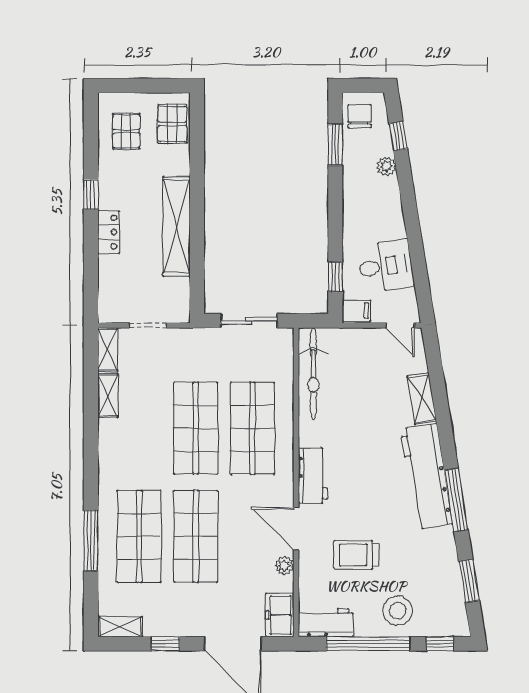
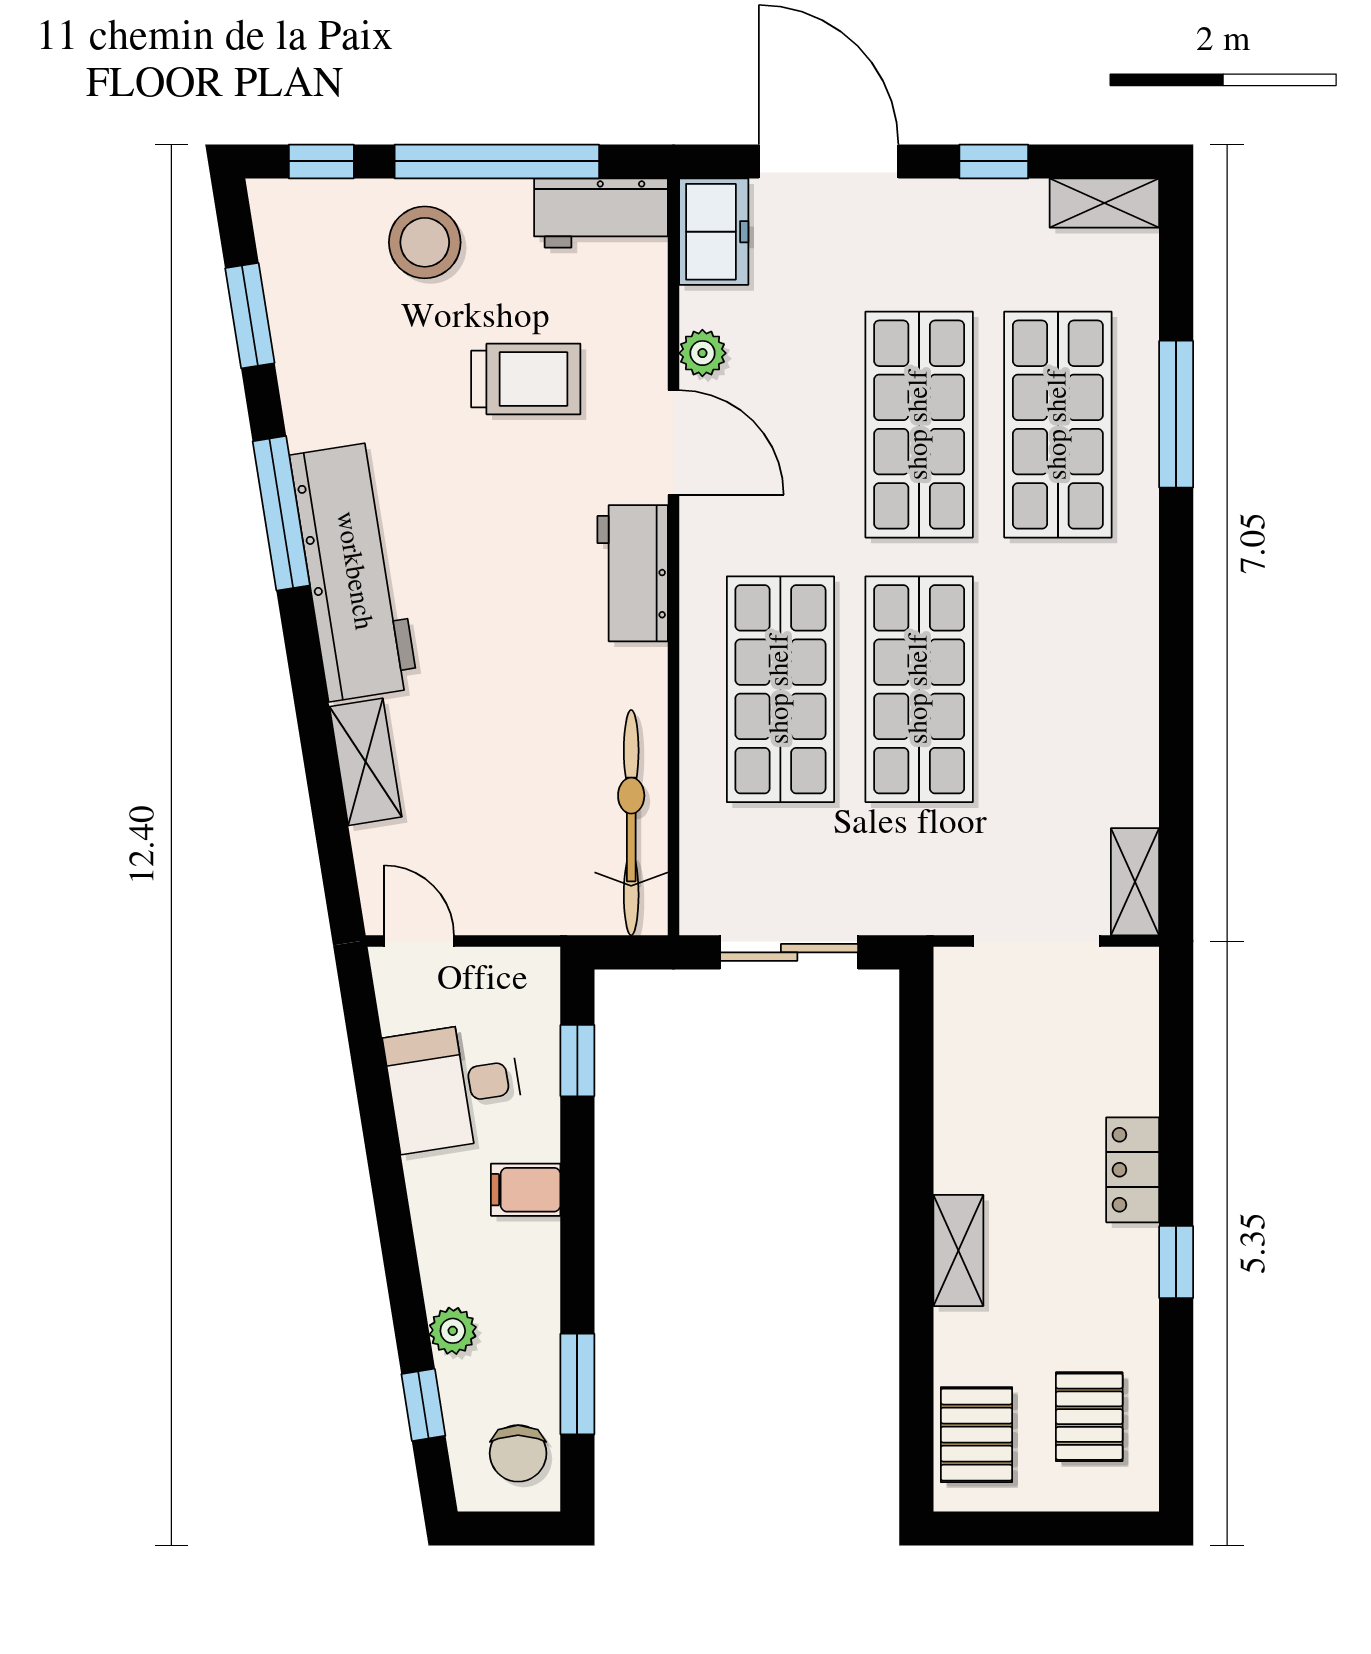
shelving: (176, 226) -> (958, 1250), width x0.45, depth x0.75
filing cabinet: (356, 311) -> (526, 1190), moved
doorway: (148, 325) -> (1036, 941), width x1.38
shelving: (108, 396) -> (1135, 769), removed

